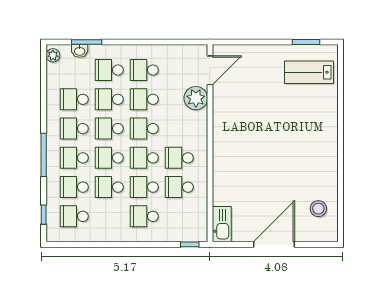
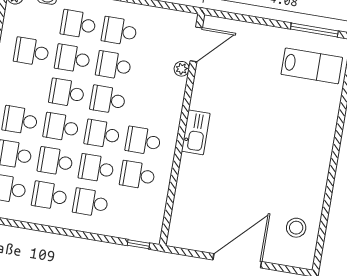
window: (306, 42) -> (314, 30), width x1.44
lab bench: (309, 72) -> (312, 66), turned 180
plant: (196, 98) -> (182, 69), width x0.53, depth x0.53
school desk: (74, 129) -> (50, 196), moved
kitchen sink: (222, 224) -> (196, 132), moved

